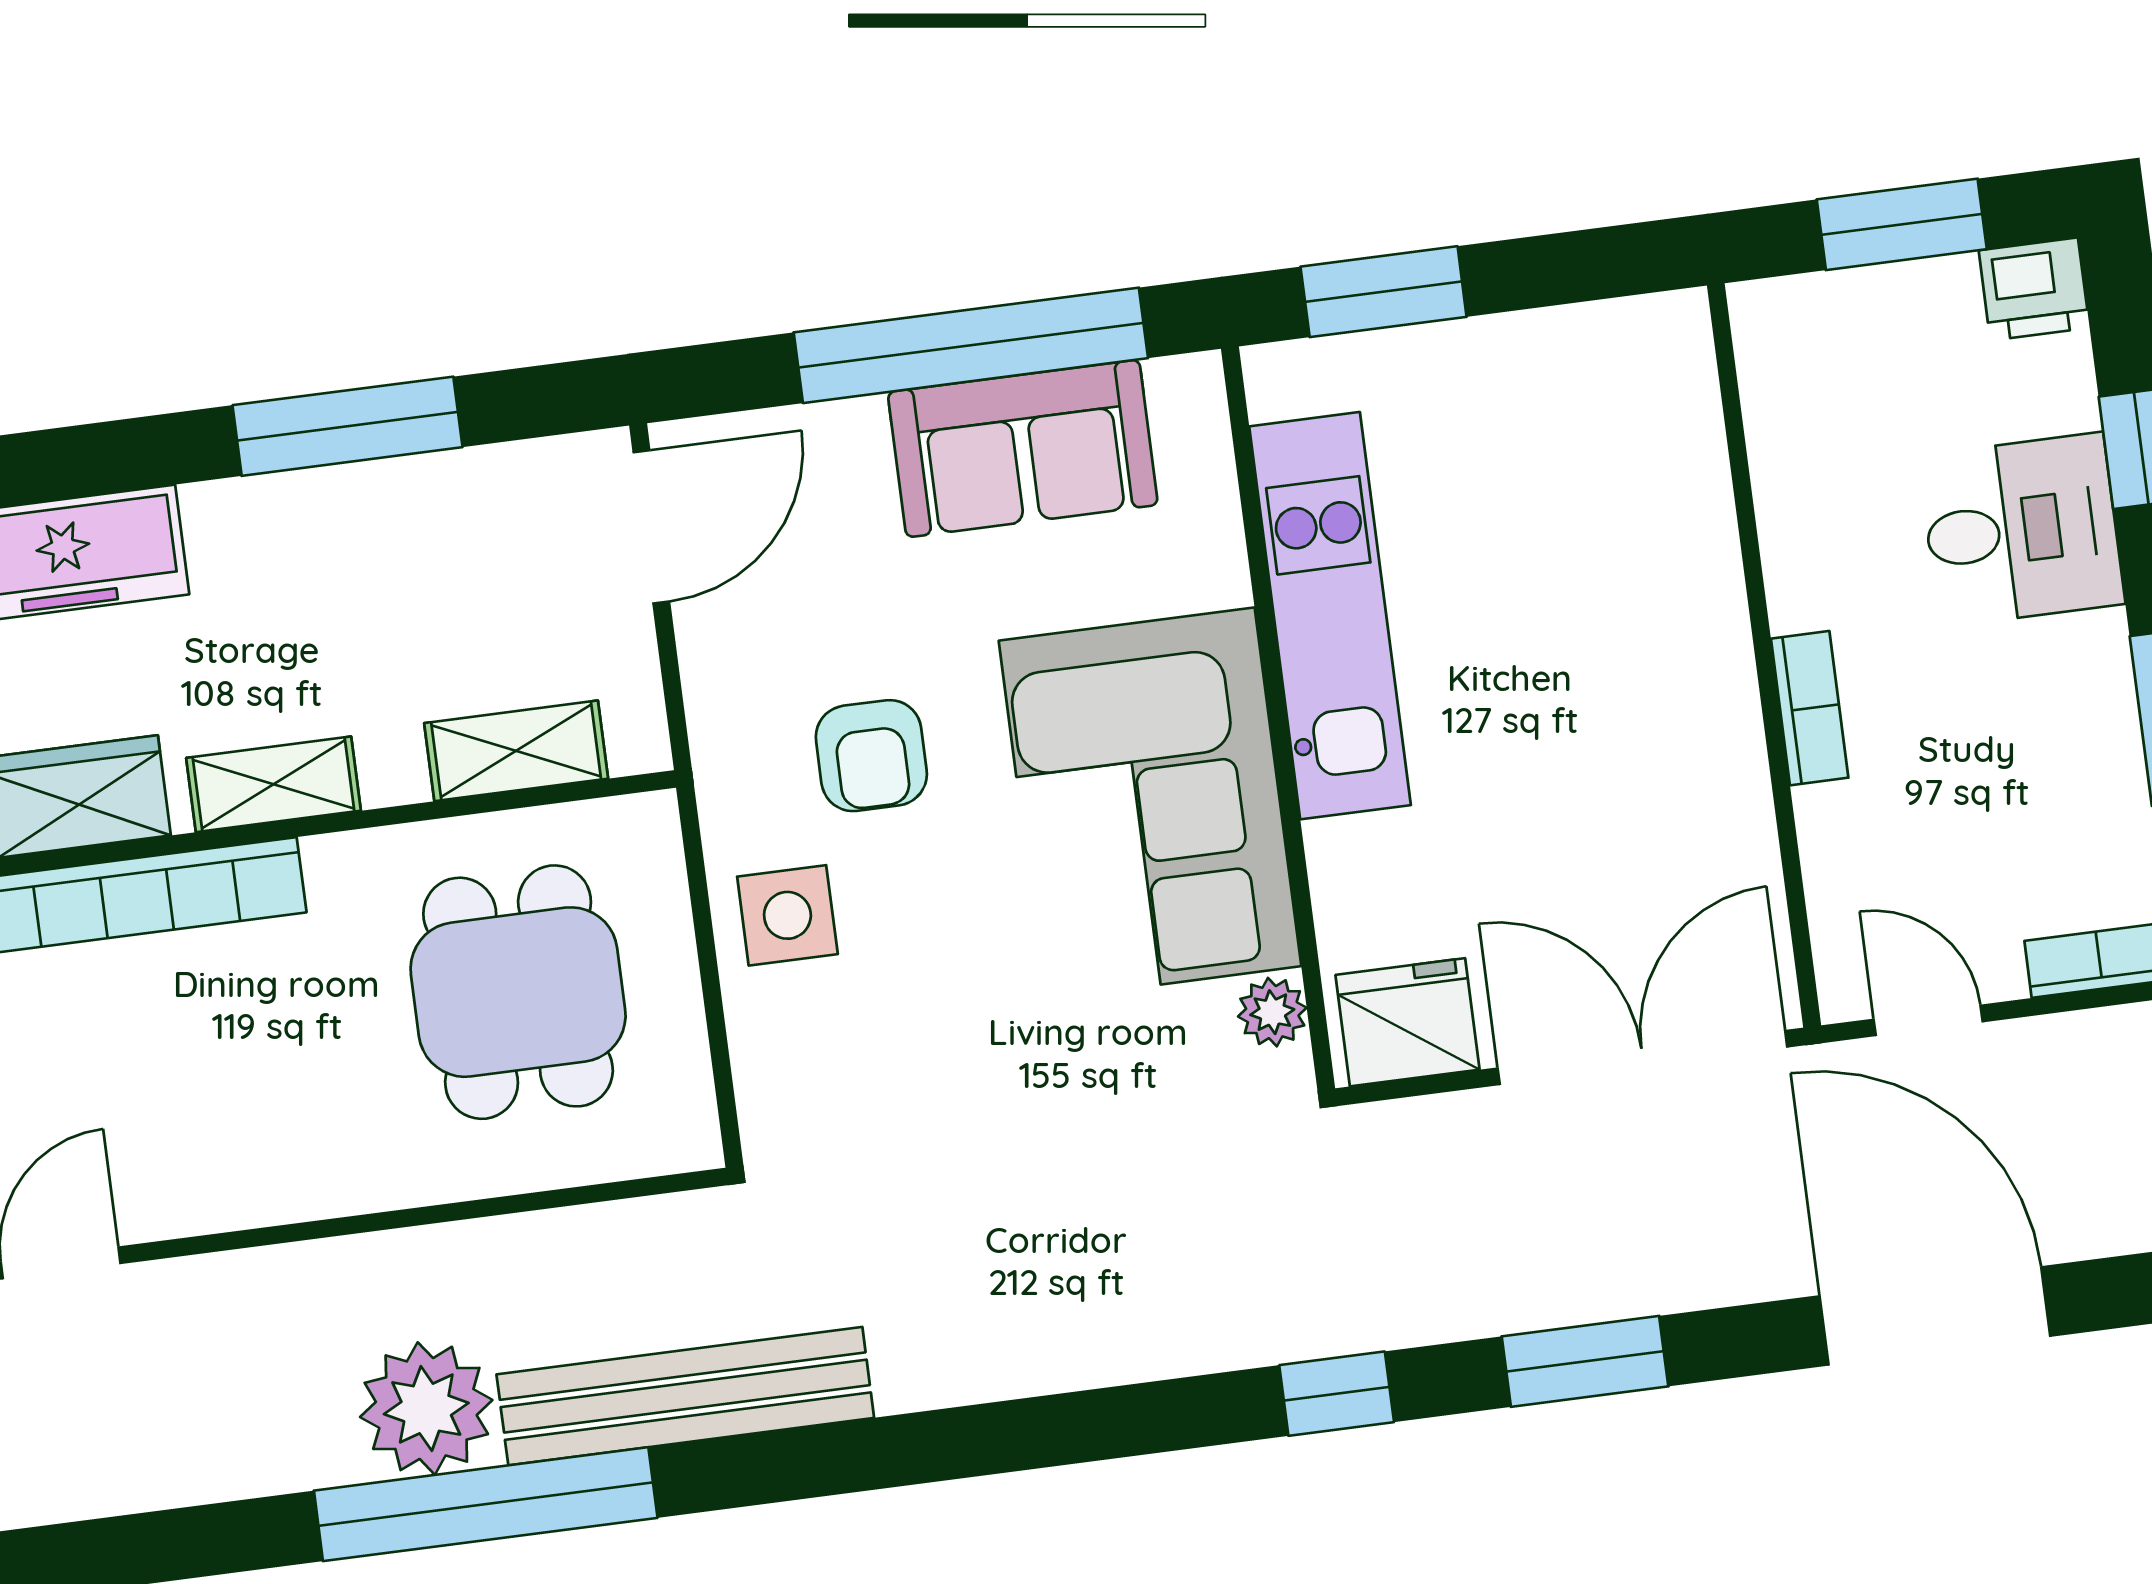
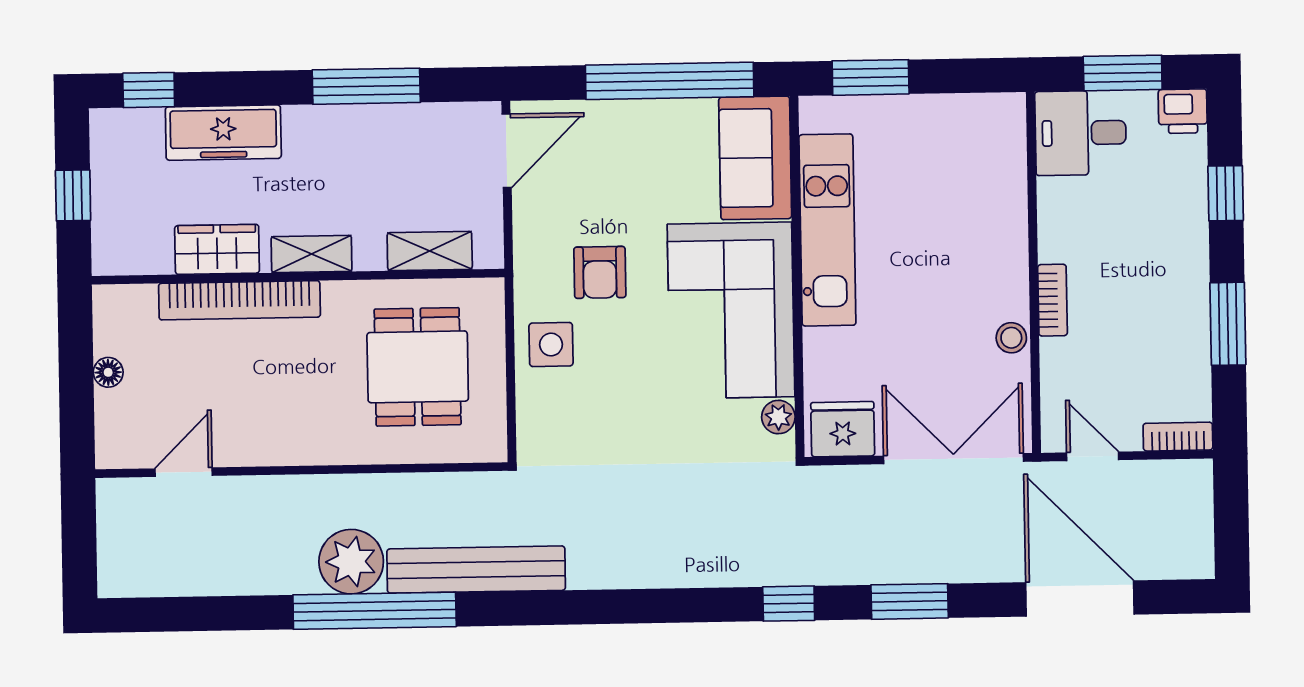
sofa: (1023, 448) -> (755, 158), moved, turned 90
desk: (2021, 530) -> (1081, 133), moved, turned 180
stool: (1734, 795) -> (1011, 338), added

